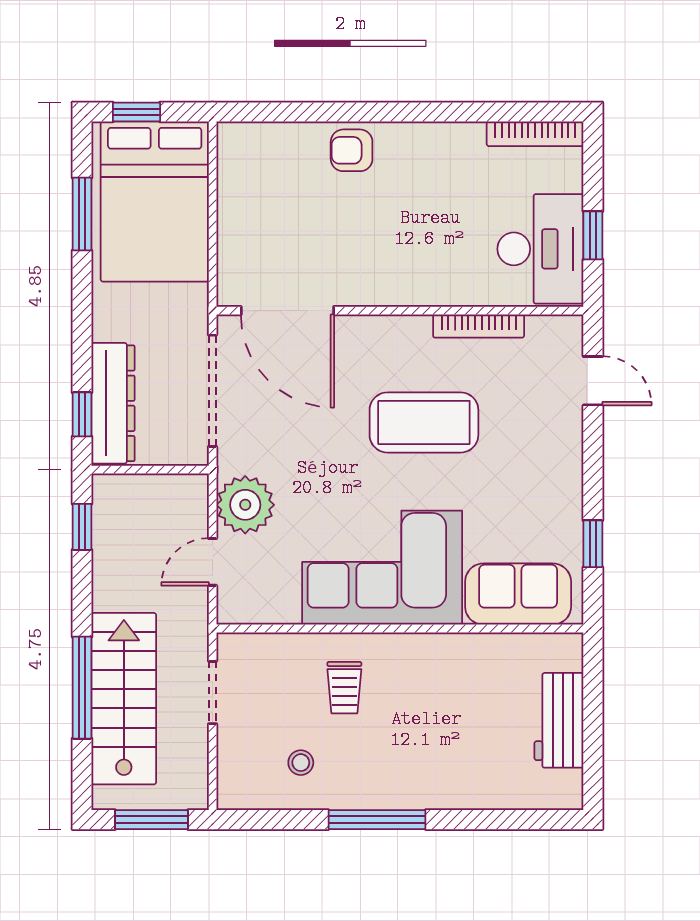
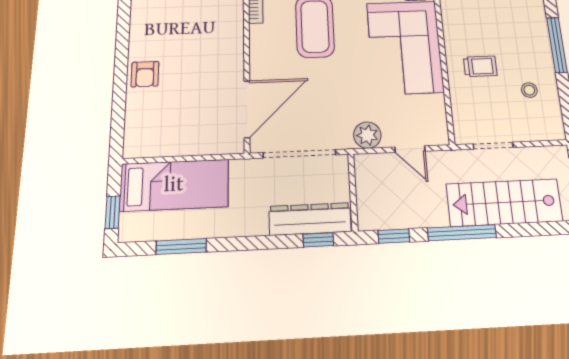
bed: (155, 202) -> (174, 185), width x0.67
plant: (245, 505) -> (367, 135), width x0.73, depth x0.73
window: (82, 688) -> (462, 233), moved

